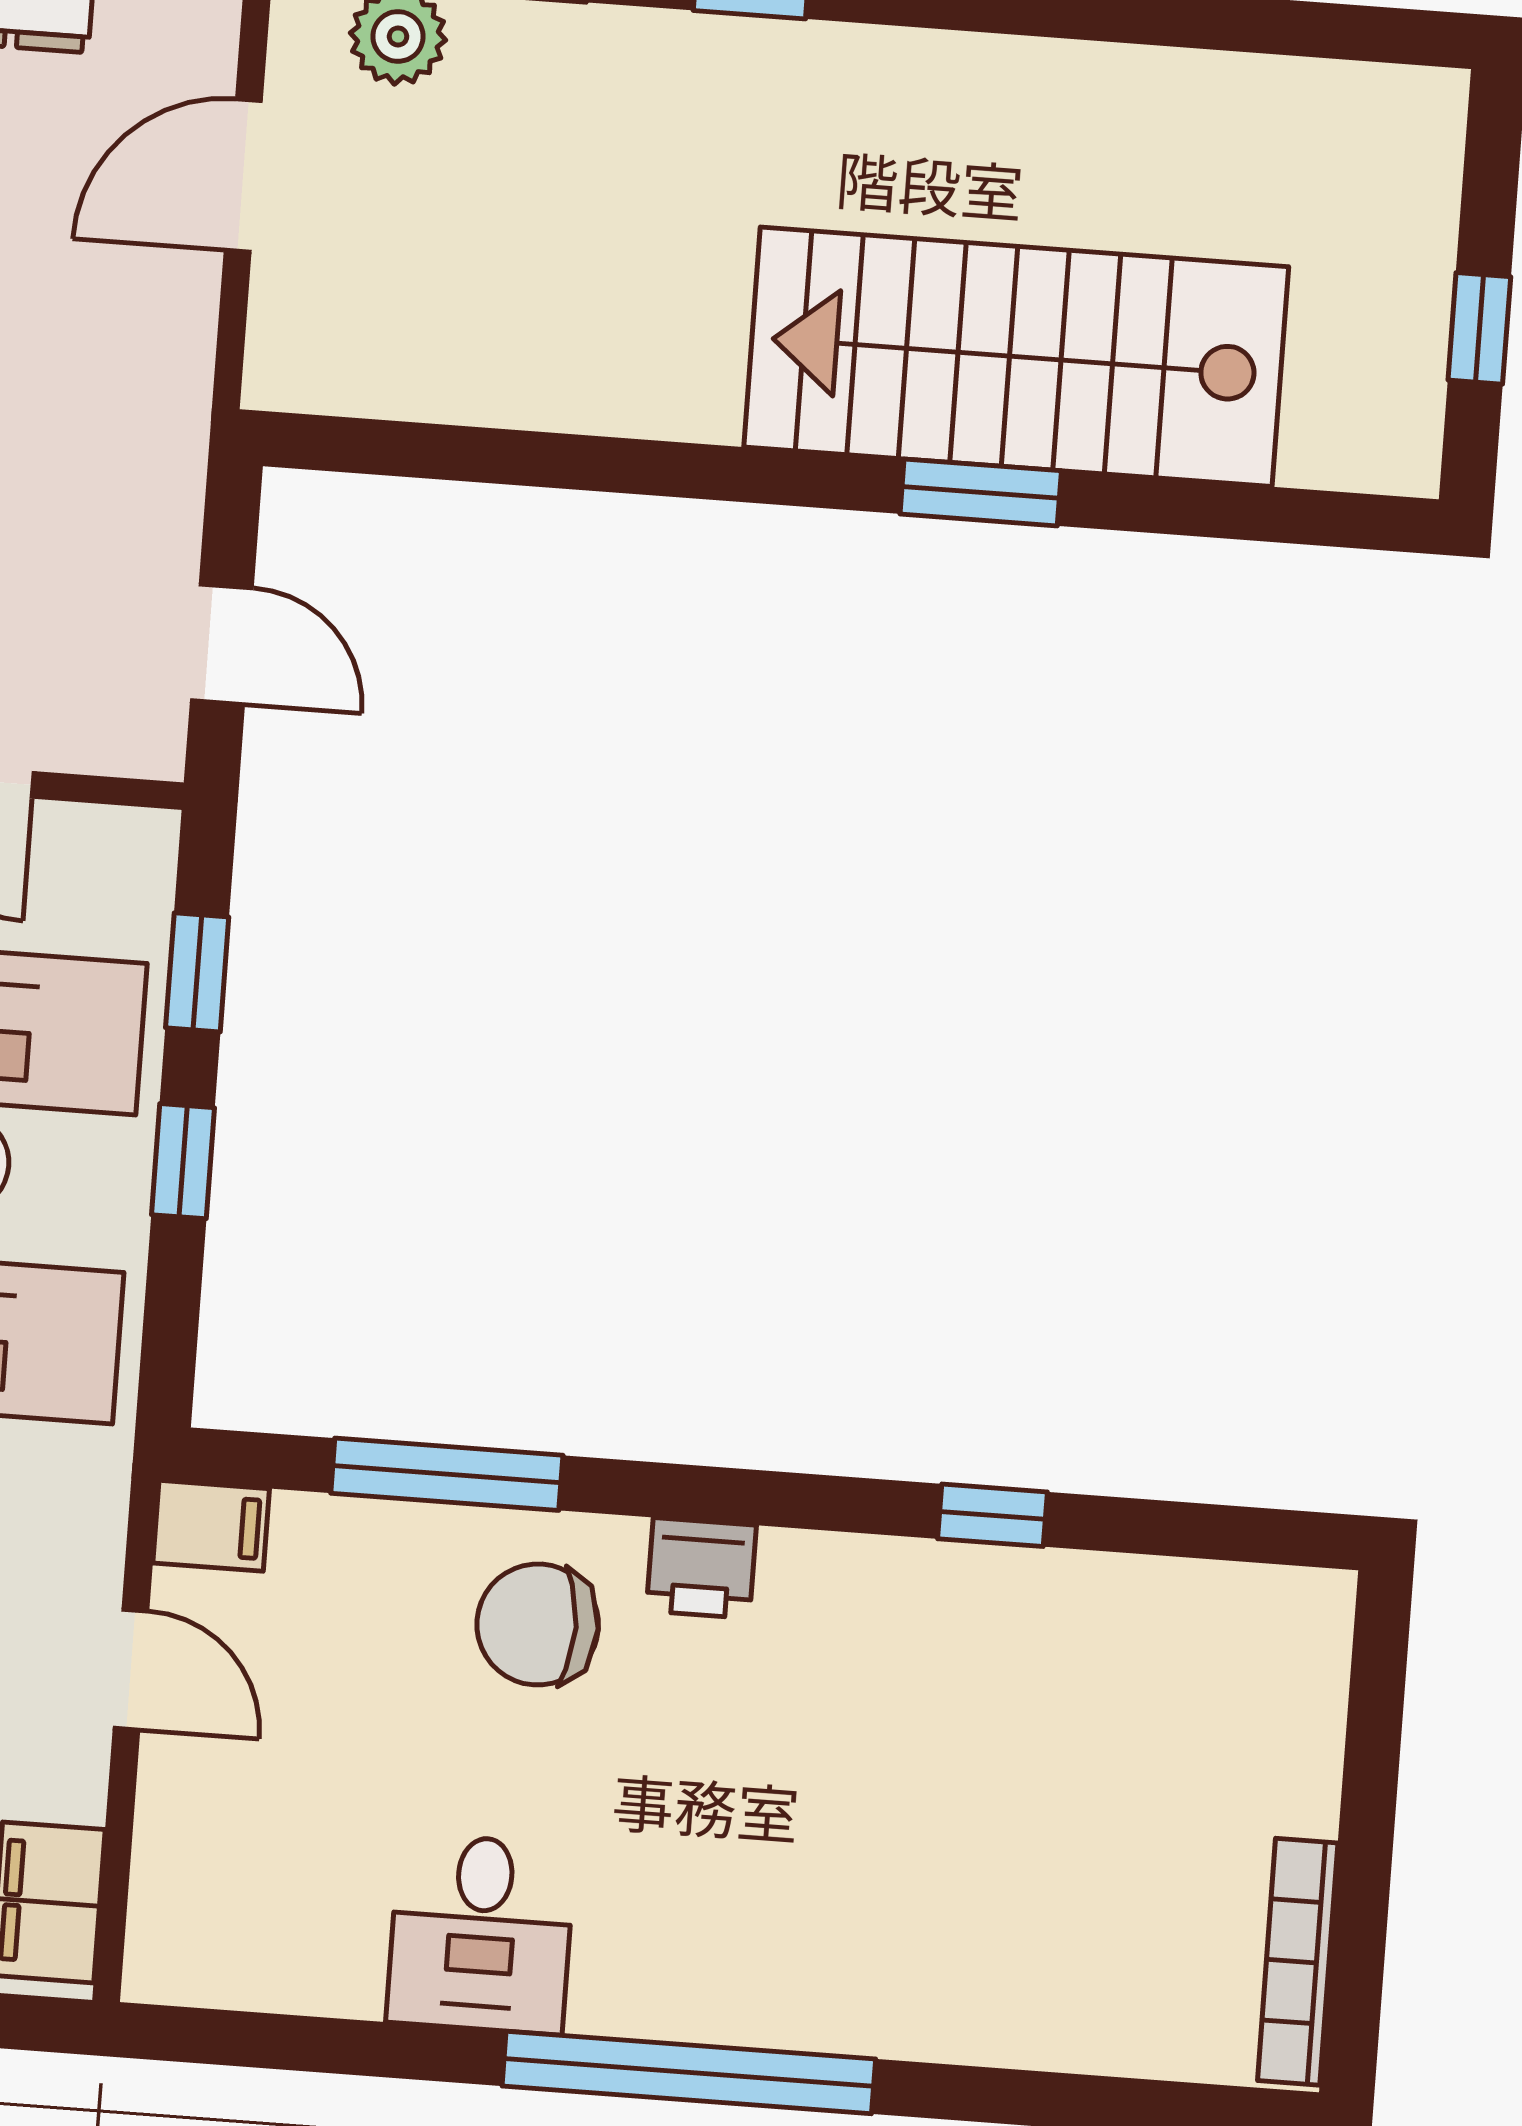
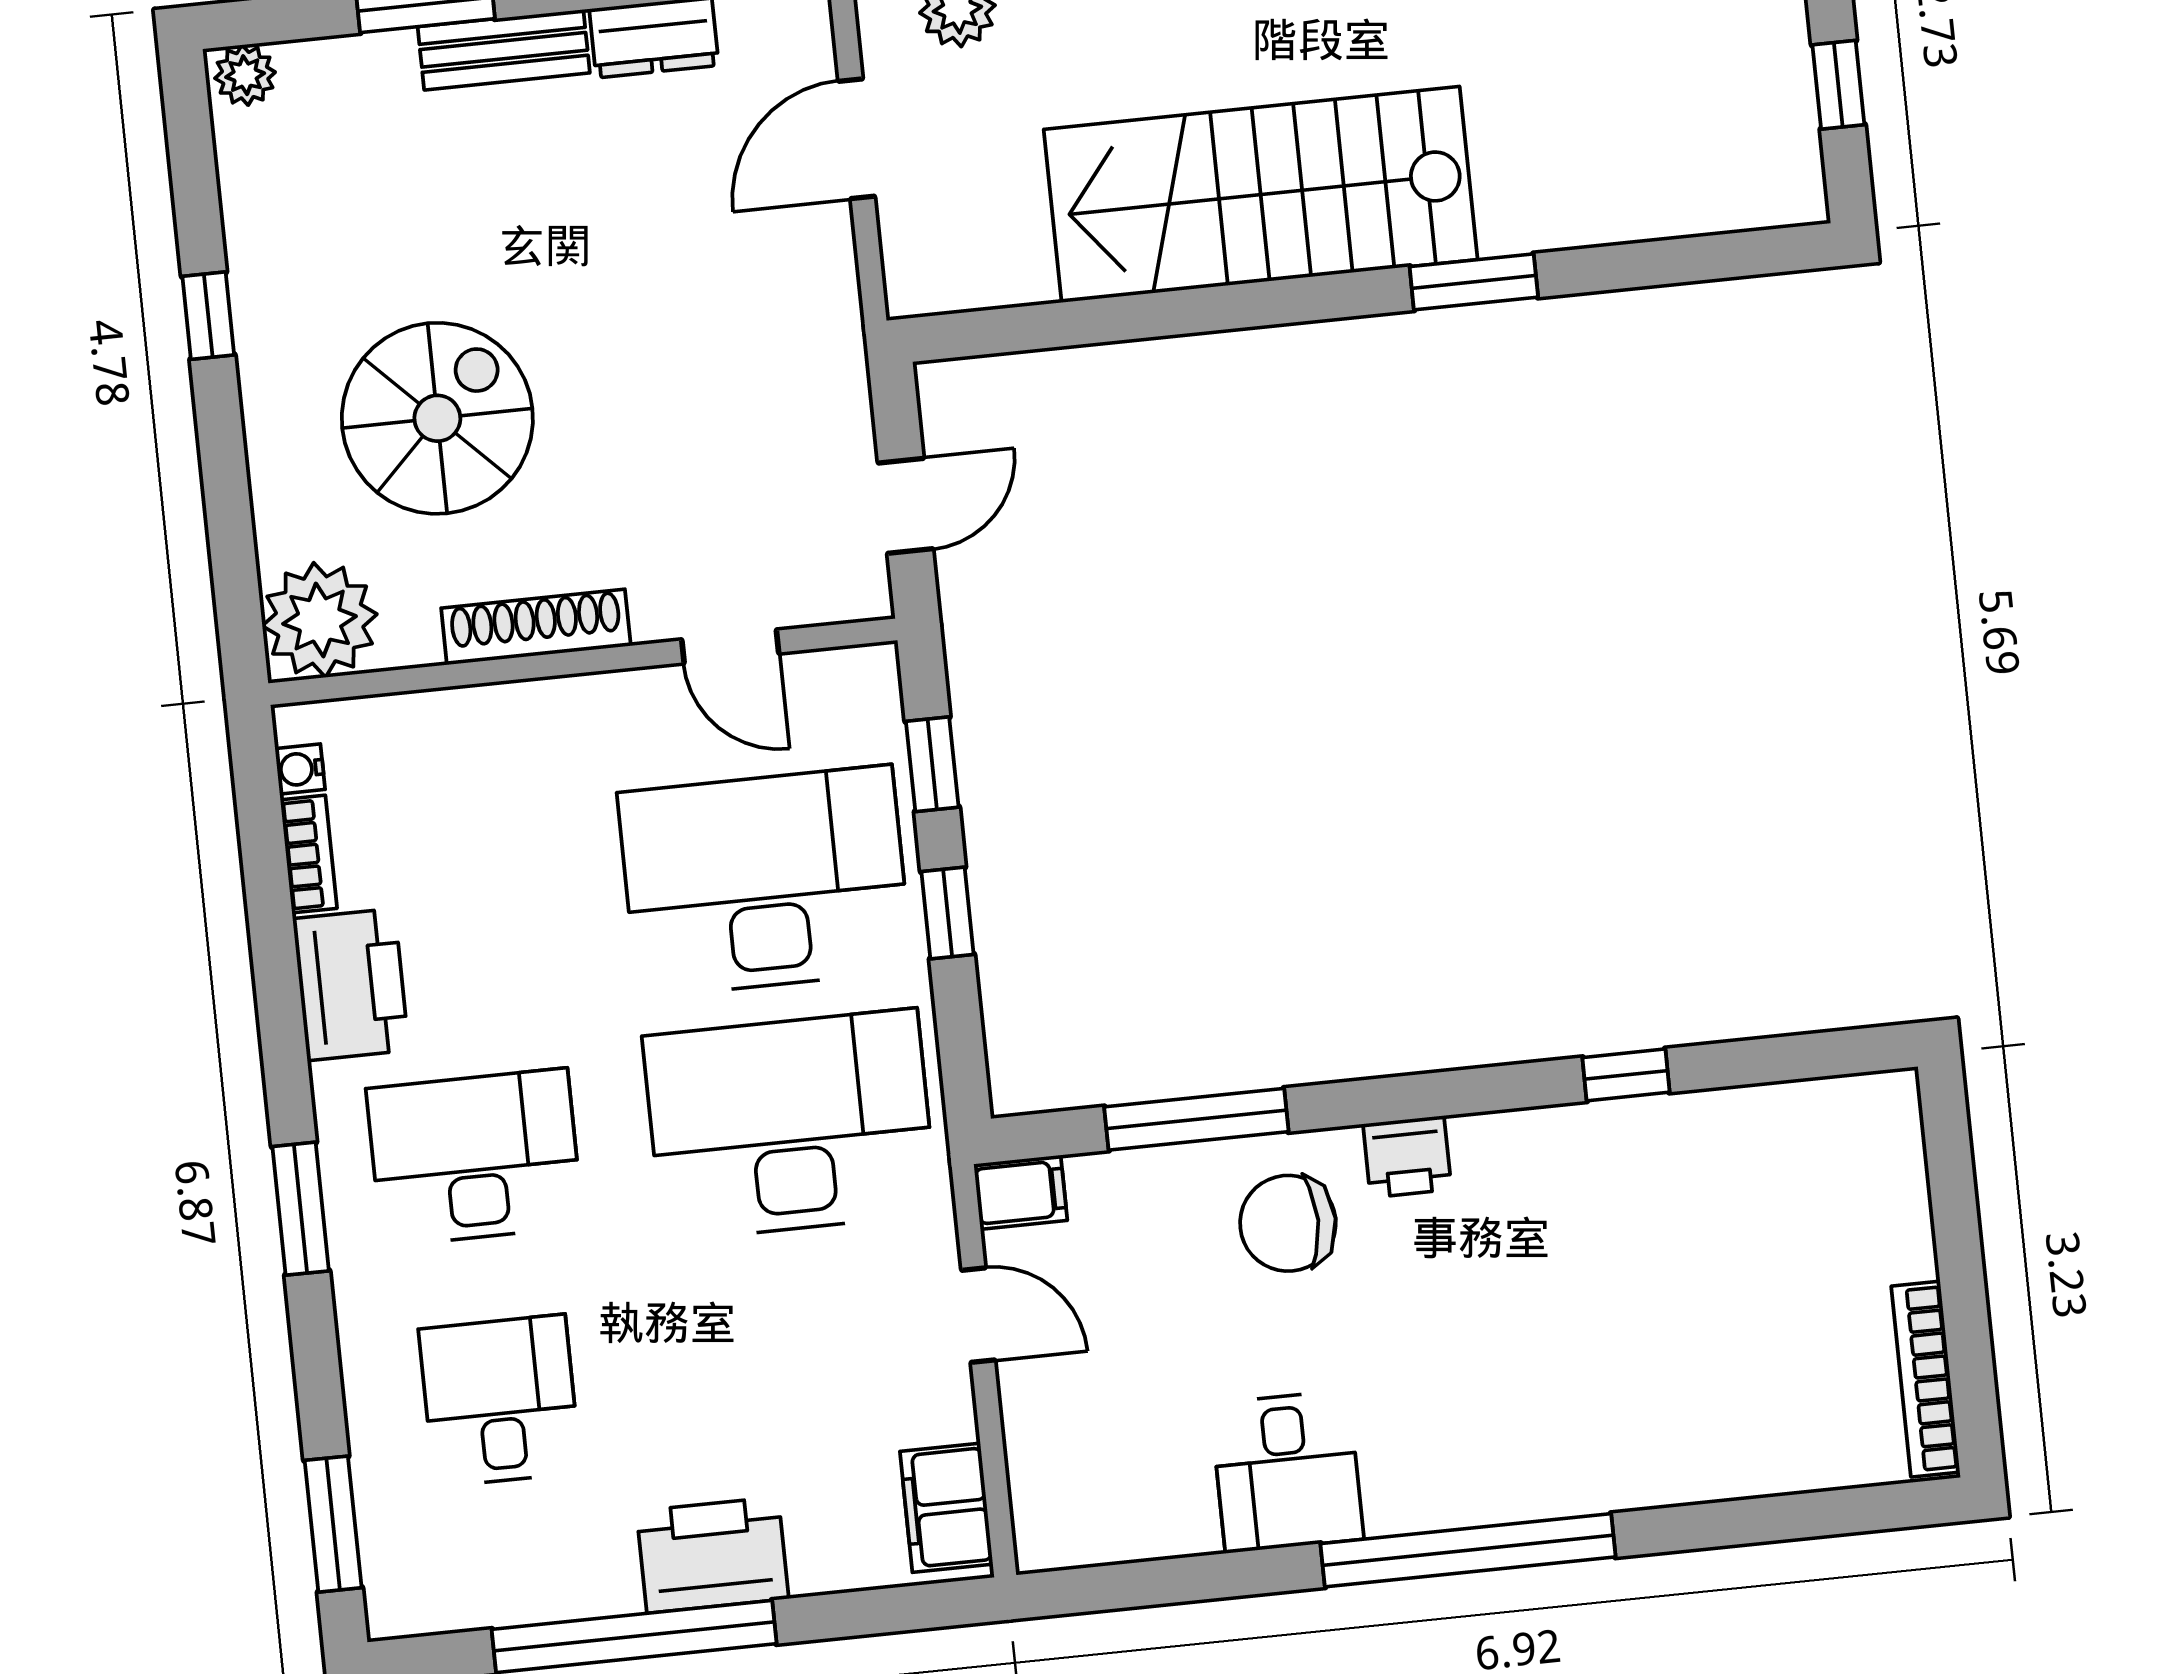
stairs: (1016, 357) -> (1261, 194), moved
door: (222, 644) -> (906, 506), hinge flipped

